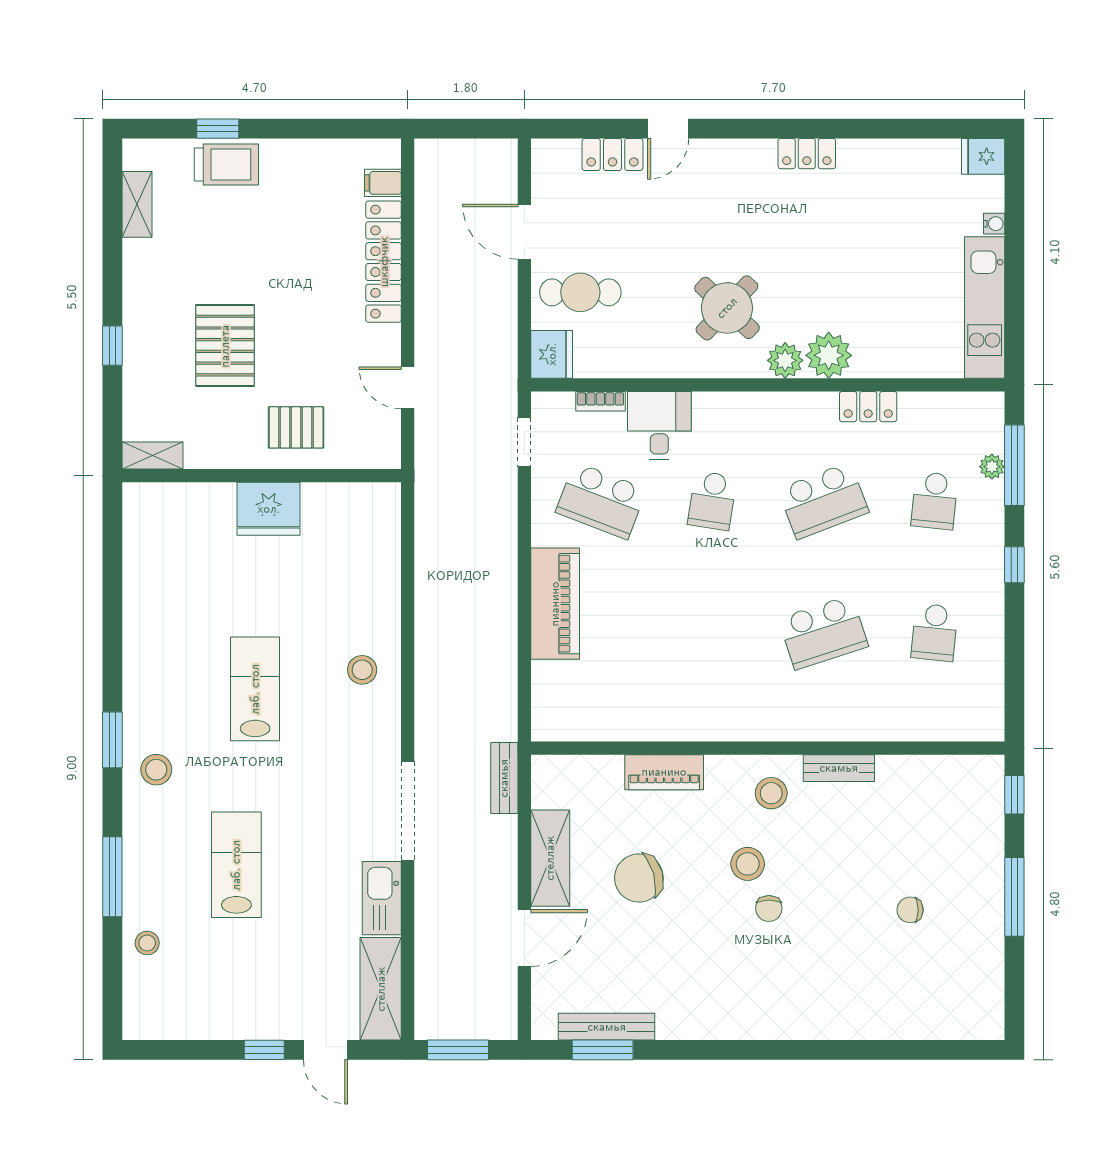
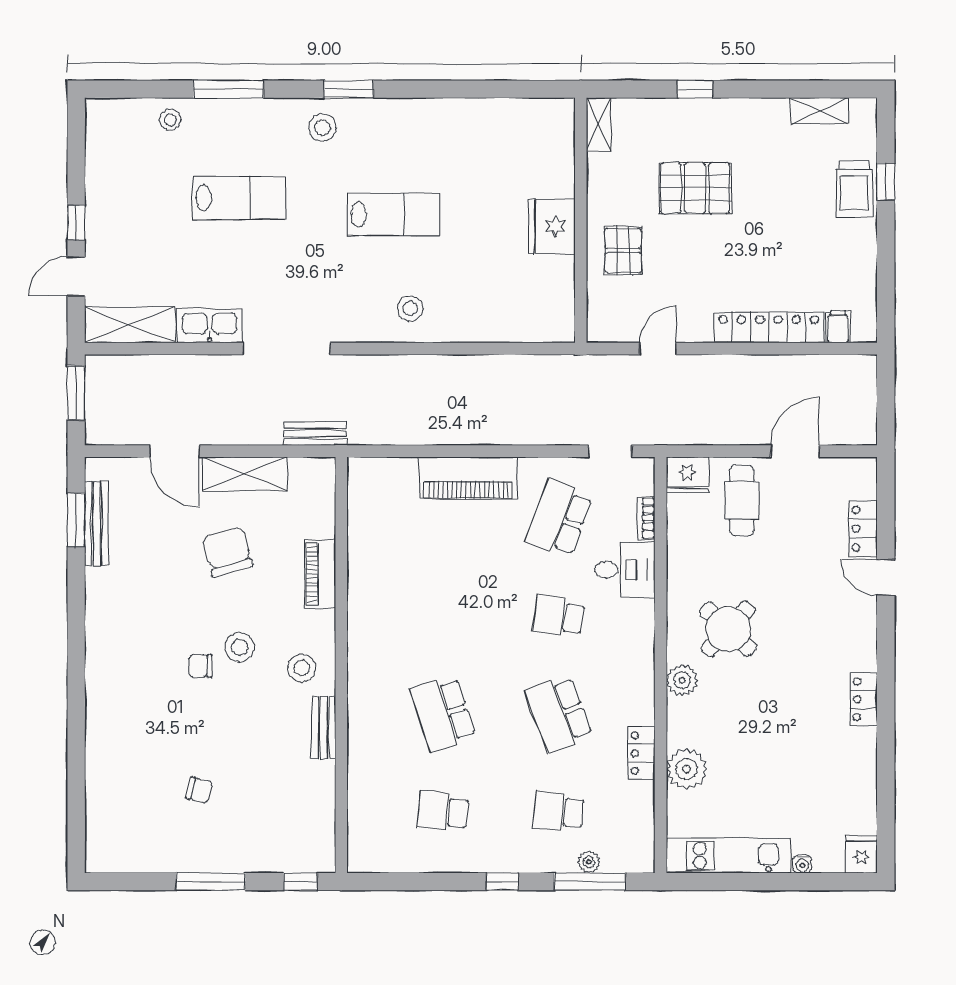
plant: (829, 355) -> (687, 769), moved
chair: (910, 910) -> (199, 790), turned 104

